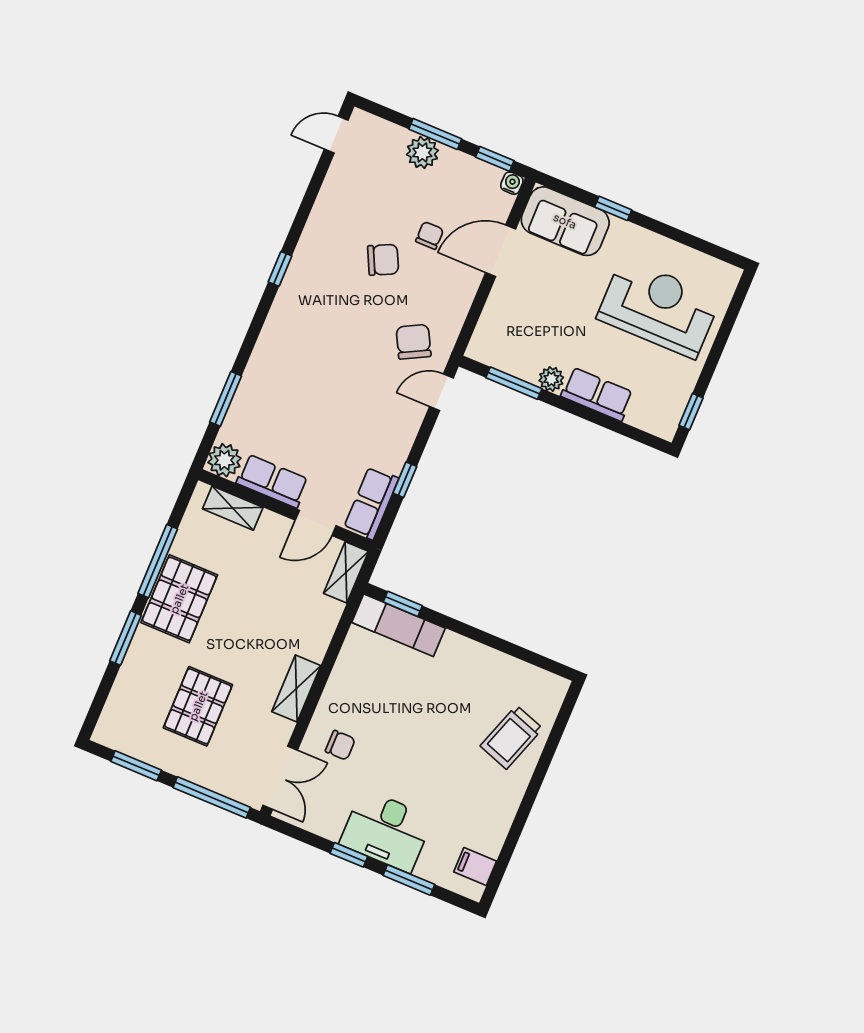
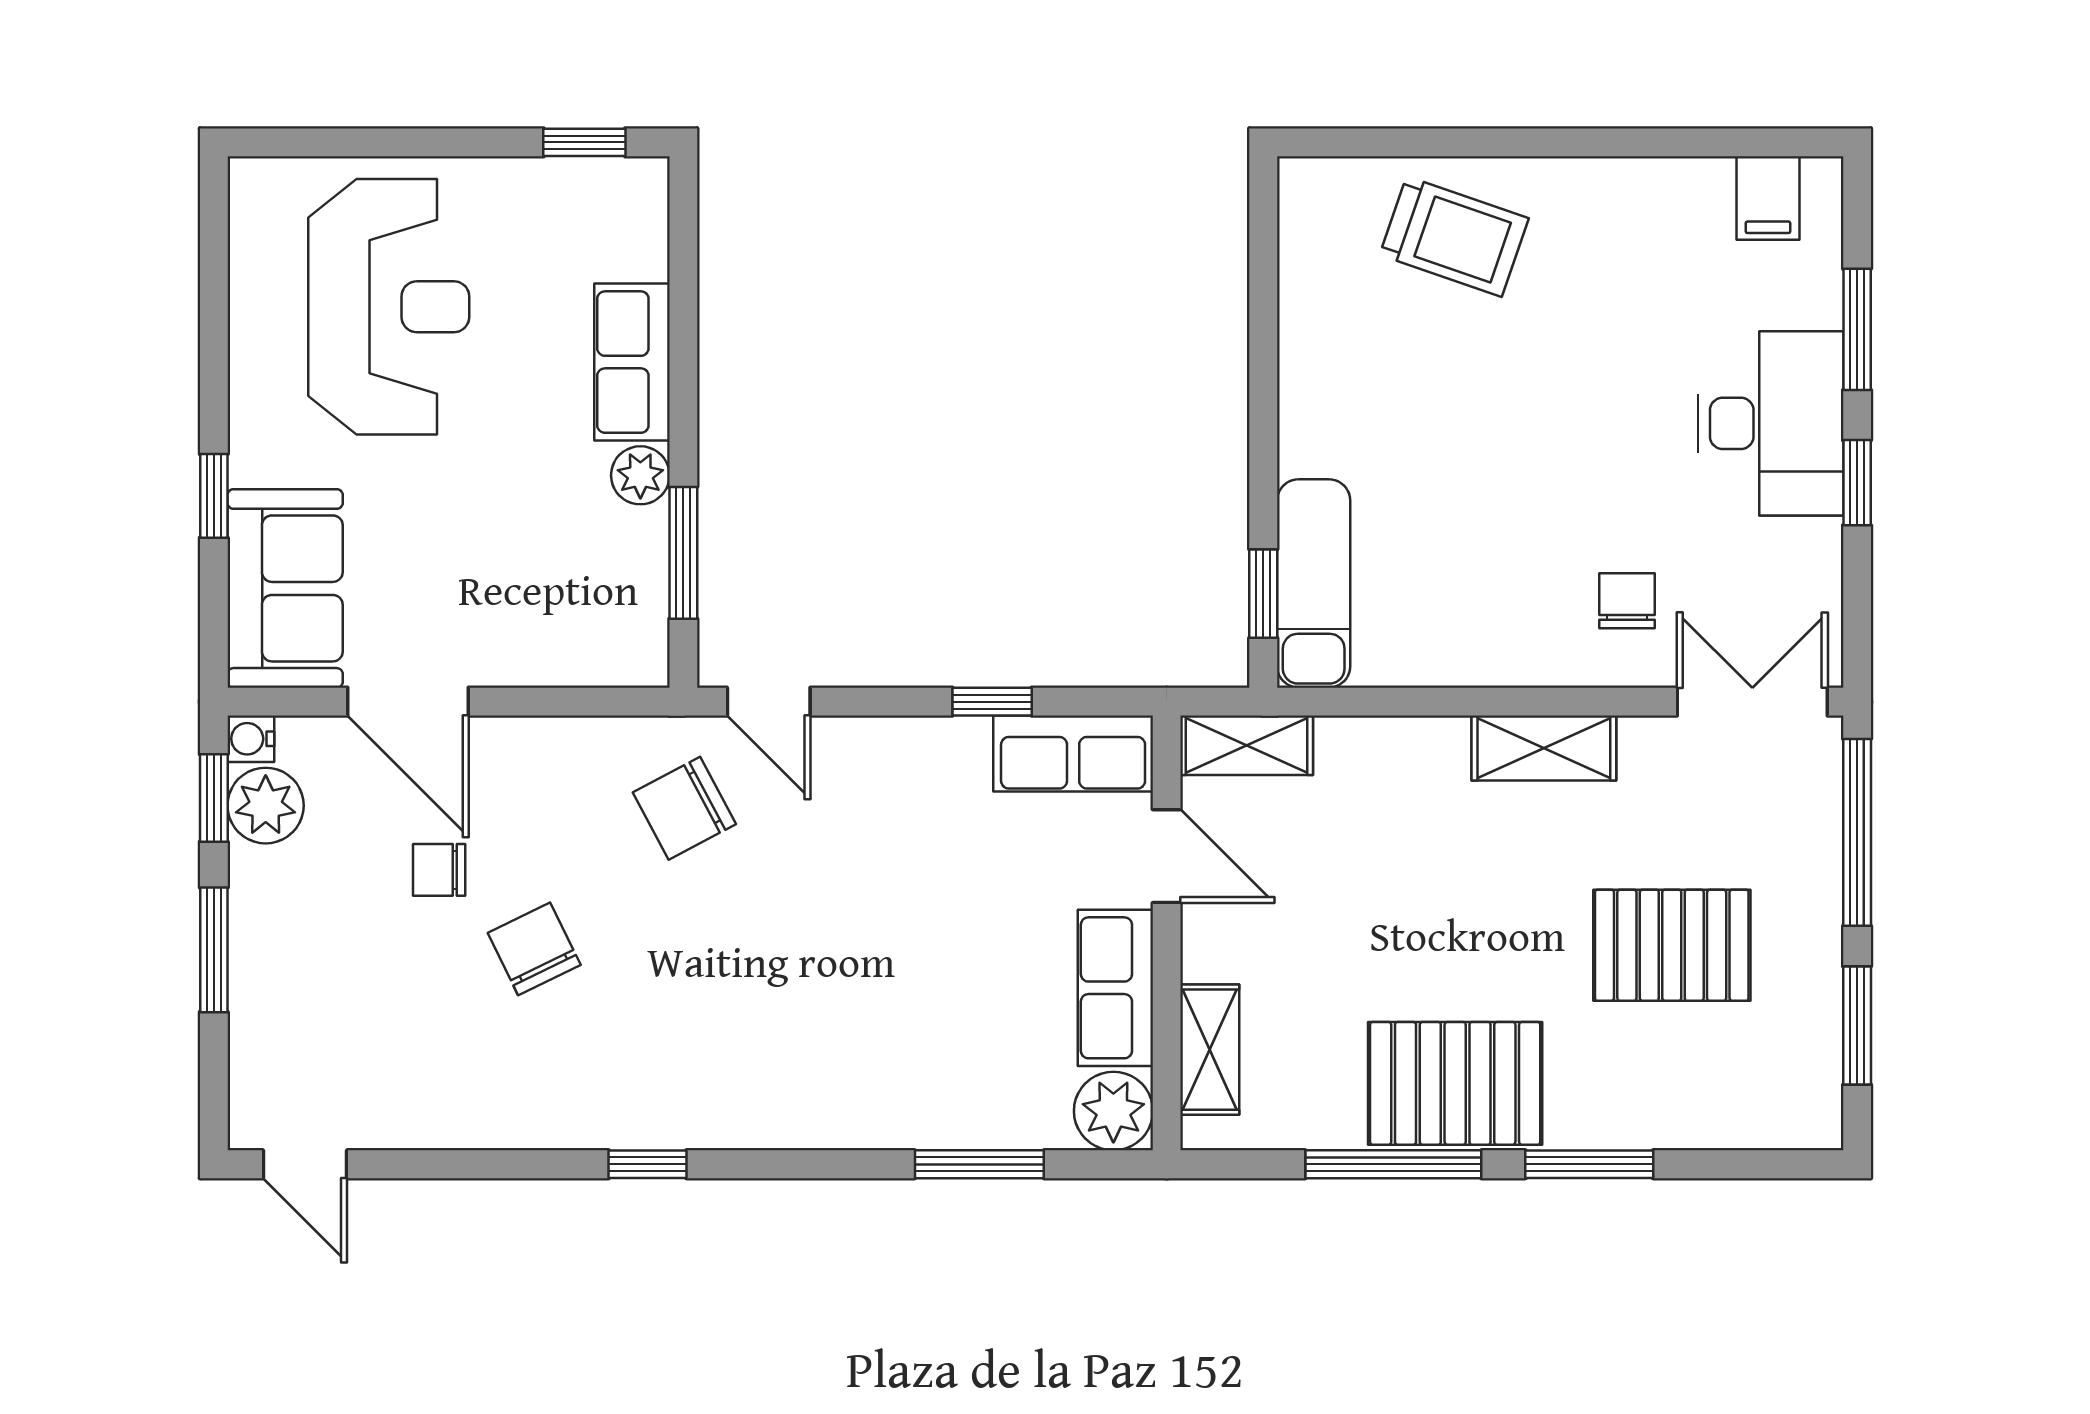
plant: (422, 152) -> (266, 806), moved
reception desk: (659, 308) -> (389, 307), turned 180

